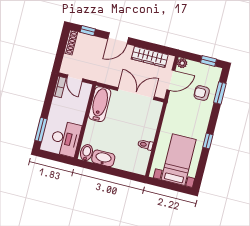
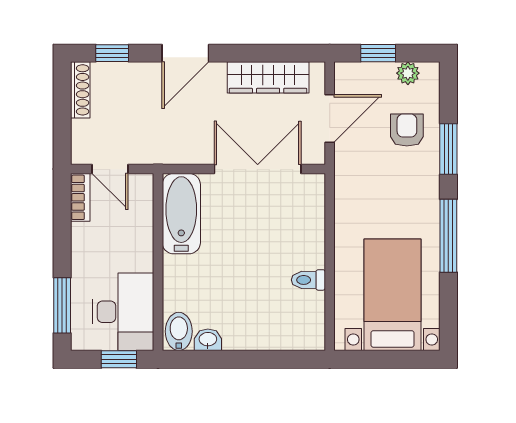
window: (209, 61) -> (378, 53), moved
plant: (182, 63) -> (408, 73), moved
armchair: (202, 93) -> (407, 130), turned 90
window: (220, 93) -> (448, 149), moved
window: (208, 141) -> (448, 236), width x2.17
window: (59, 158) -> (119, 359), added
washbasin: (103, 158) -> (208, 340), width x0.52, depth x0.69

